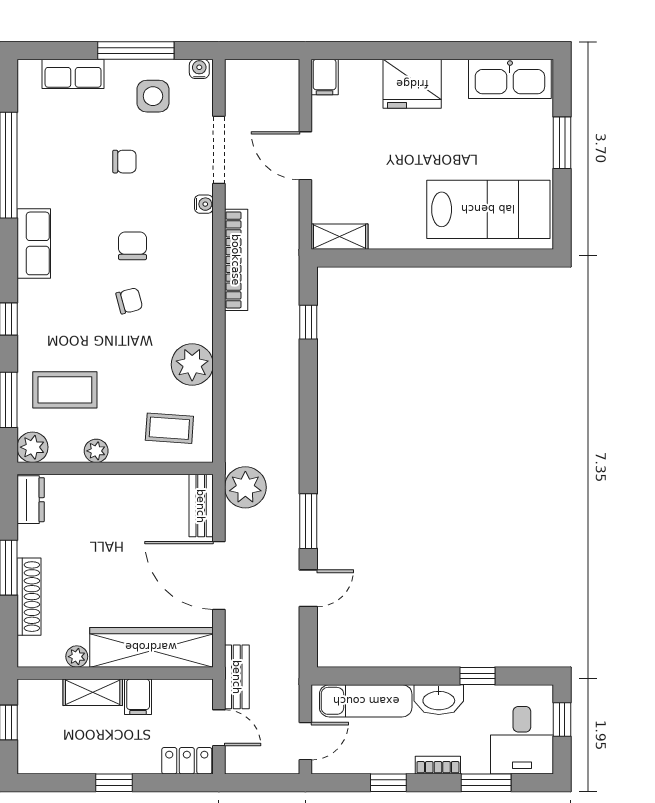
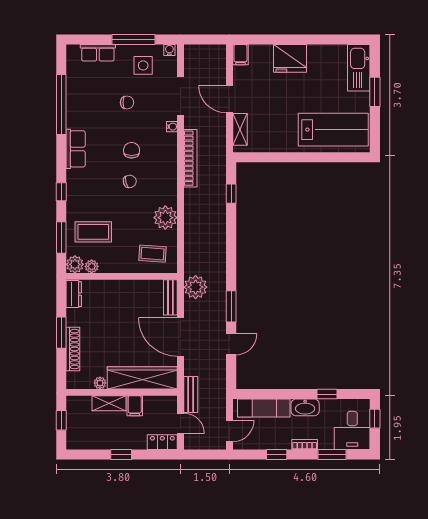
kitchen sink: (510, 79) -> (359, 68), moved, turned 90
shelving: (339, 237) -> (240, 129), moved, turned 90
plant: (96, 451) -> (92, 266), moved

